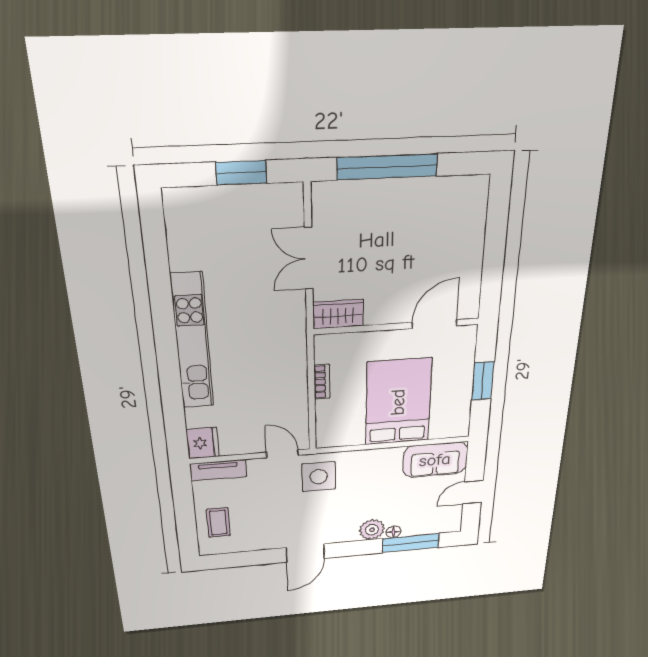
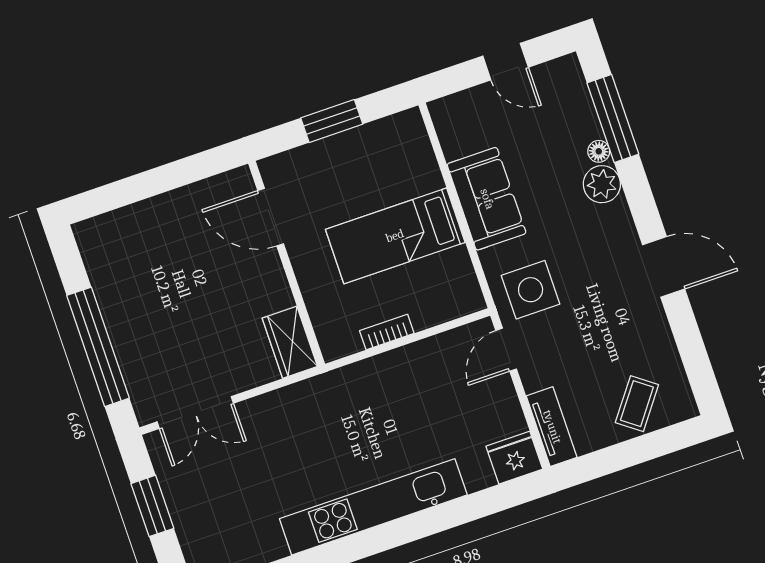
double door: (309, 259) -> (195, 412), moved
bed: (398, 402) -> (395, 236), width x0.67
sofa: (435, 460) -> (487, 199), moved
coffee table: (218, 523) -> (637, 404), turned -53

